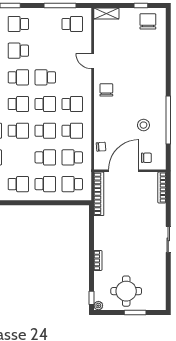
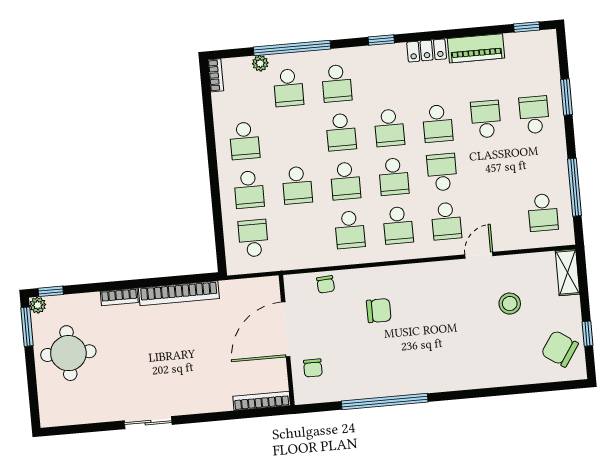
chair: (148, 21) -> (560, 349), turned -146
chair: (106, 90) -> (379, 311), moved
stool: (143, 125) -> (510, 304), moved
school desk: (72, 157) -> (446, 221), moved, turned 180
door: (124, 171) -> (286, 329), swing flipped
bookcase: (99, 194) -> (179, 293), moved
sliding door: (168, 239) -> (148, 423), moved
window: (135, 313) -> (27, 327), moved

